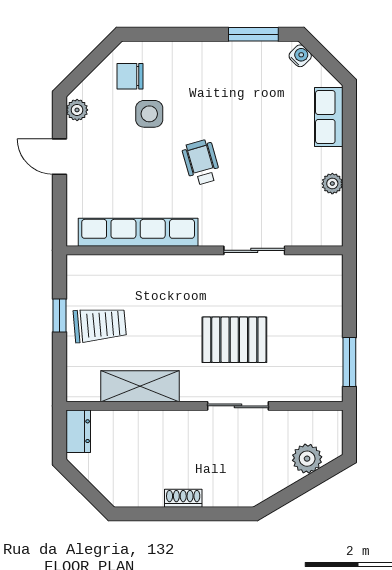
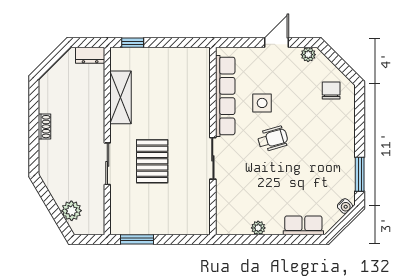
side table: (149, 114) -> (262, 103), moved
sliding door: (254, 250) -> (213, 158), moved
window: (60, 315) -> (133, 43), moved
trolley: (100, 325) -> (162, 70), removed

